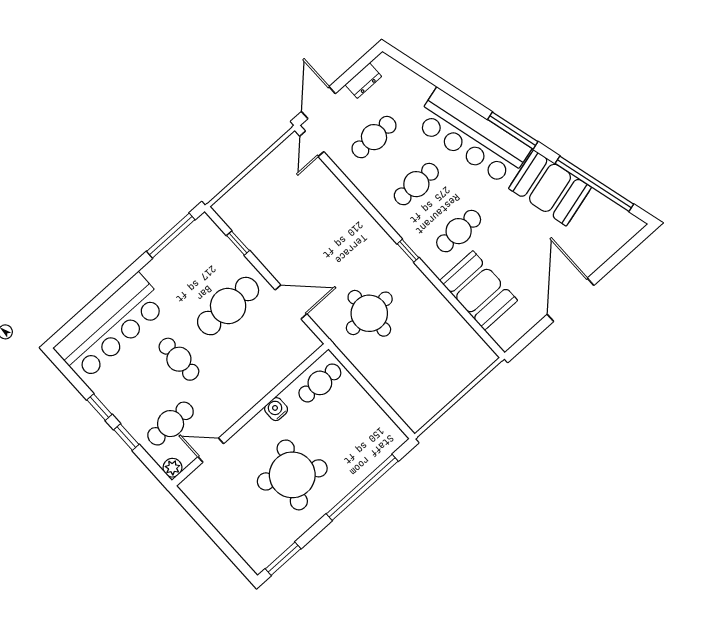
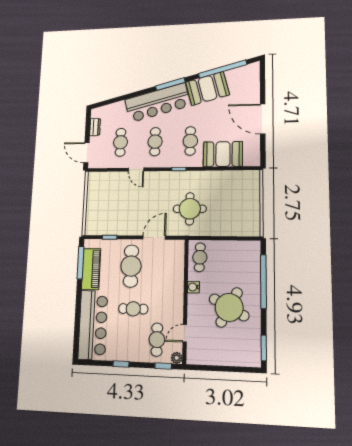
door: (312, 144) -> (136, 170), moved
piano: (176, 258) -> (91, 269), added
window: (126, 437) -> (163, 366), moved

